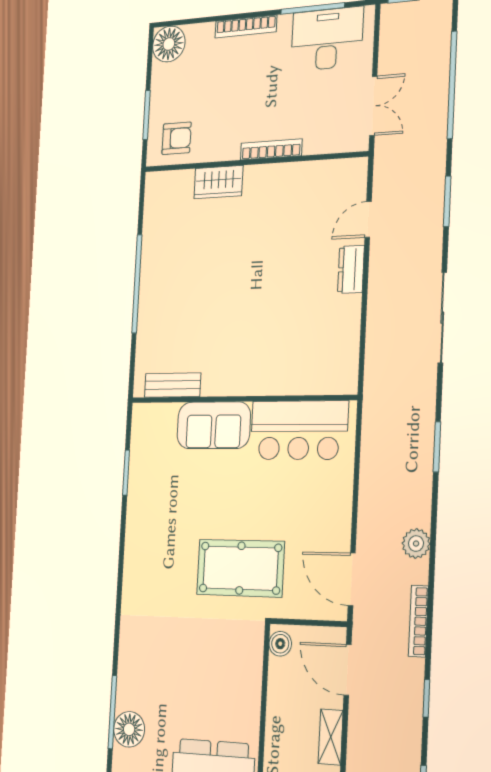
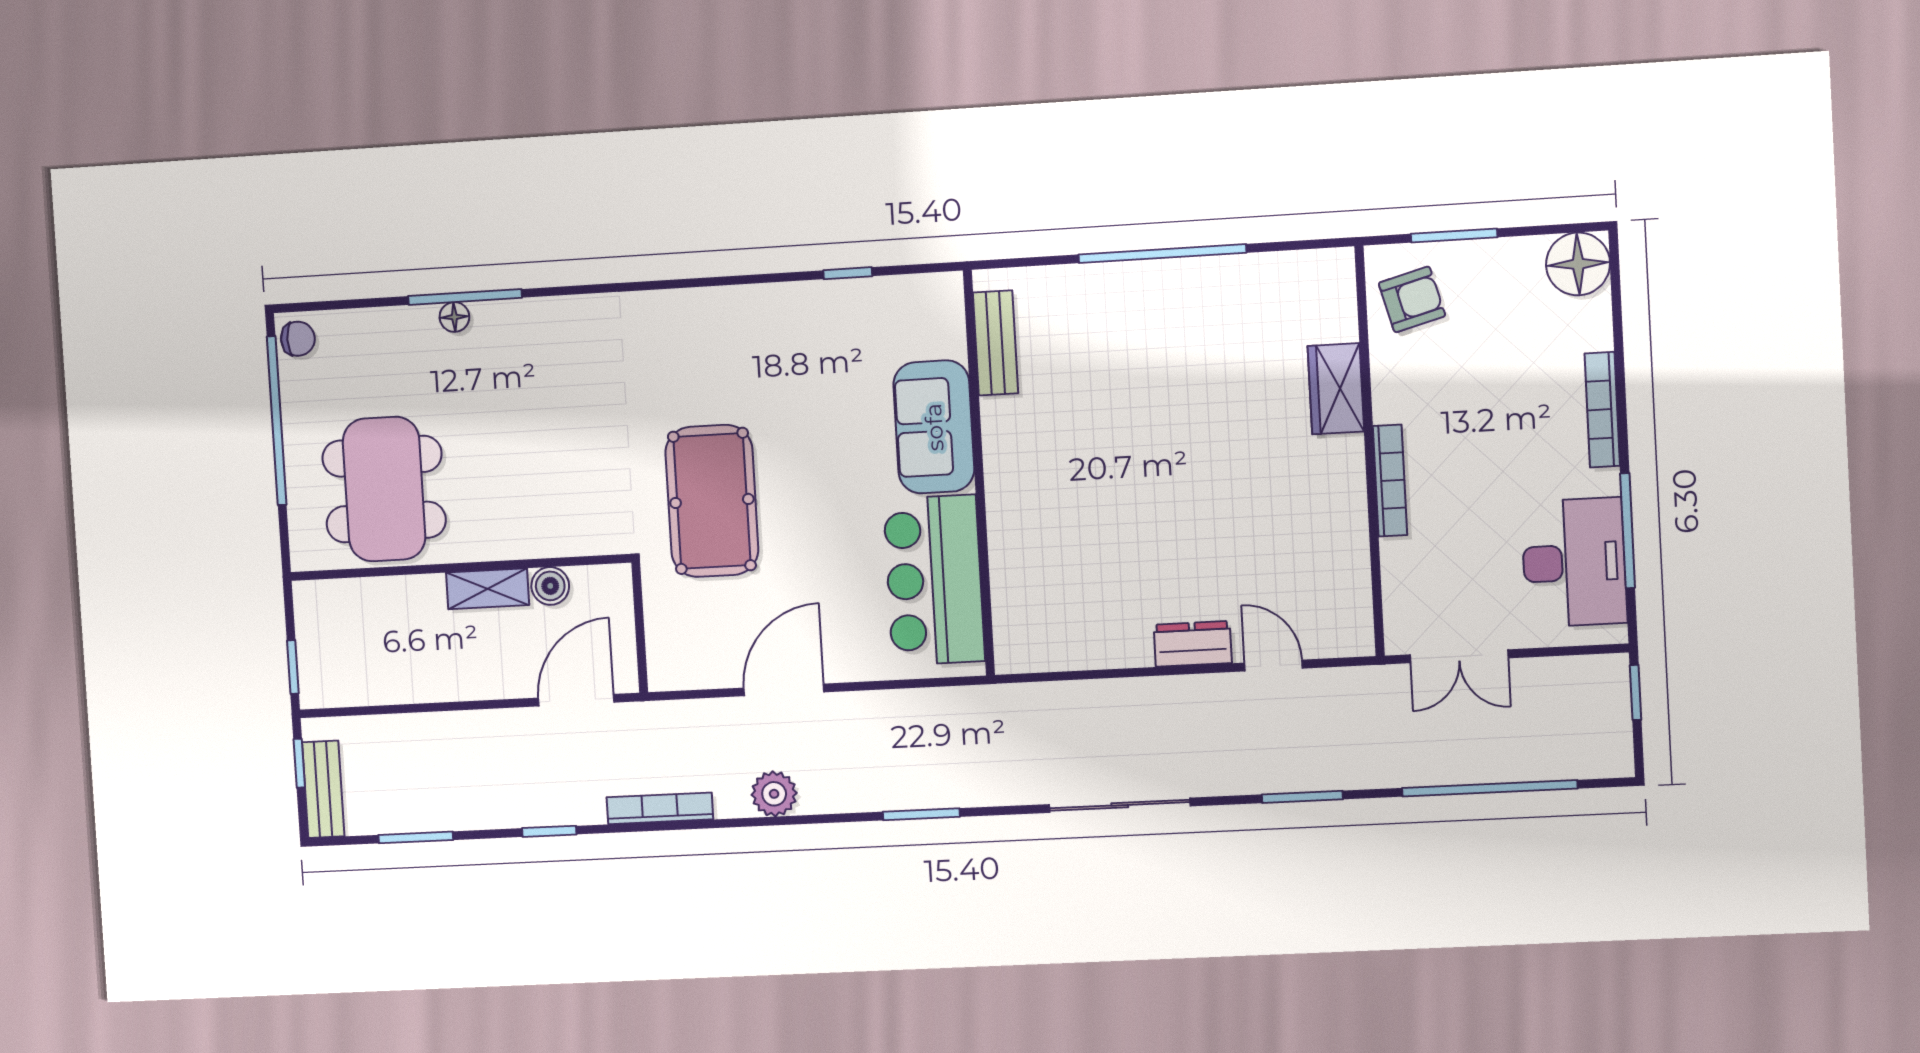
armchair: (177, 138) -> (1412, 299), turned -105
window: (126, 473) -> (848, 273), width x0.67
door: (352, 579) -> (784, 690), moved
boiler: (280, 644) -> (550, 586), moved
floor lamp: (129, 729) -> (454, 317), width x0.53, depth x0.53
shelving: (331, 737) -> (488, 589), moved

